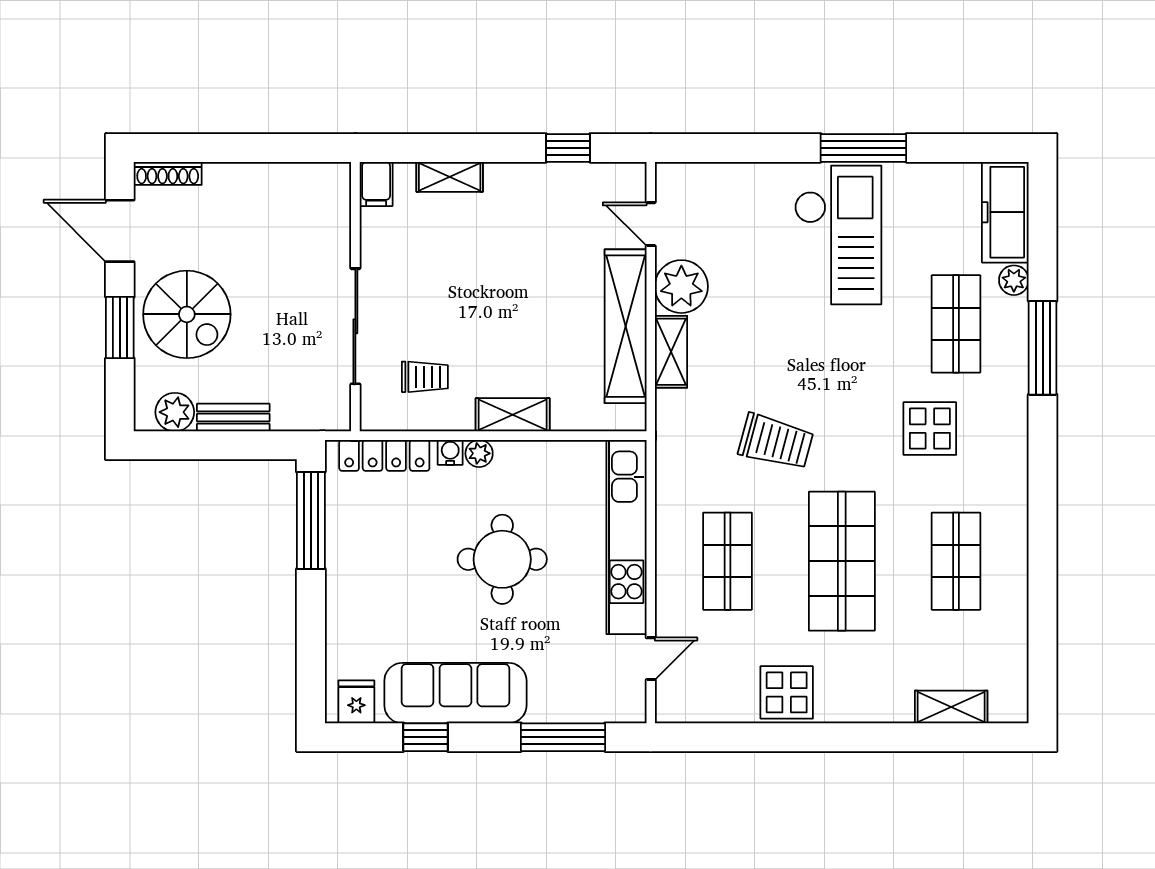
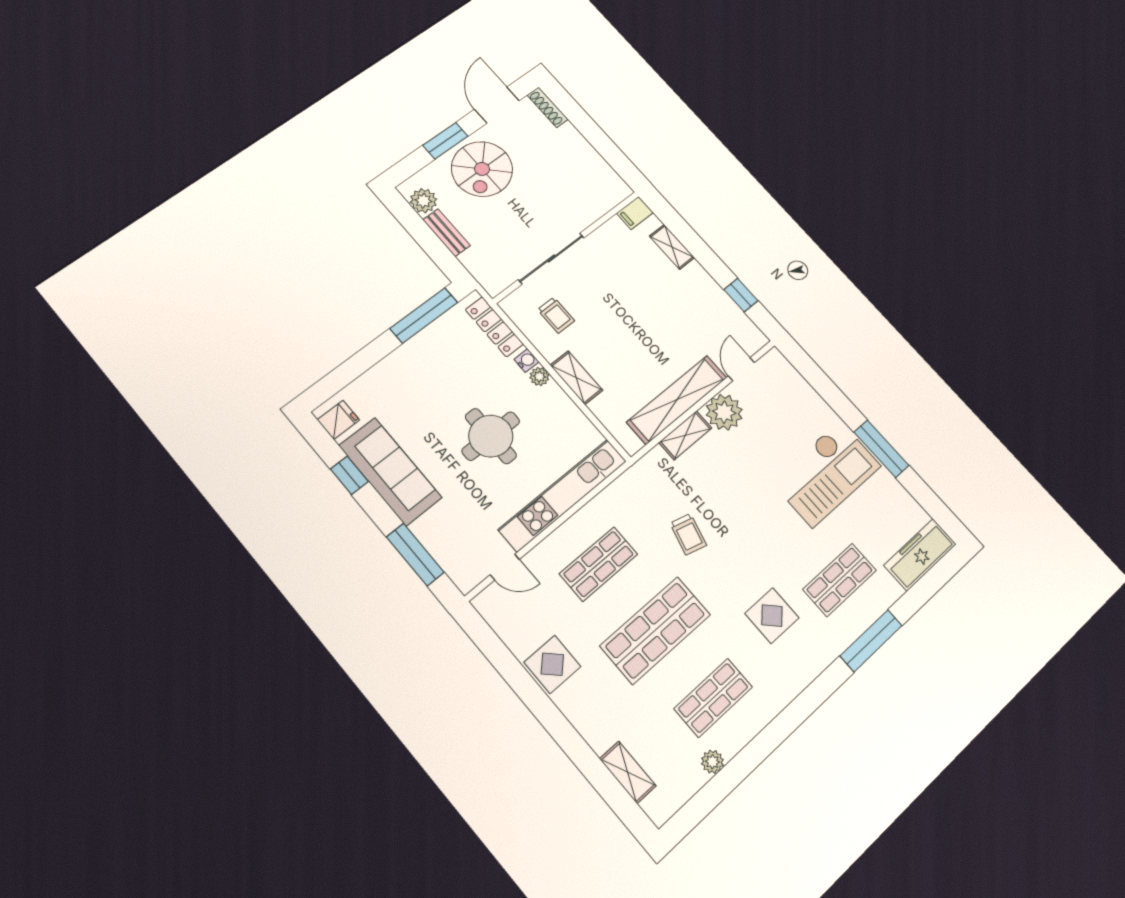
plant: (1014, 280) -> (712, 762), moved
trolley: (776, 442) -> (688, 534), width x0.73, depth x0.72

